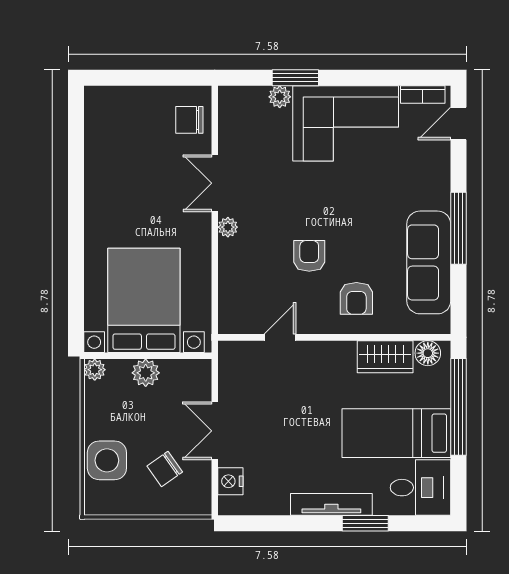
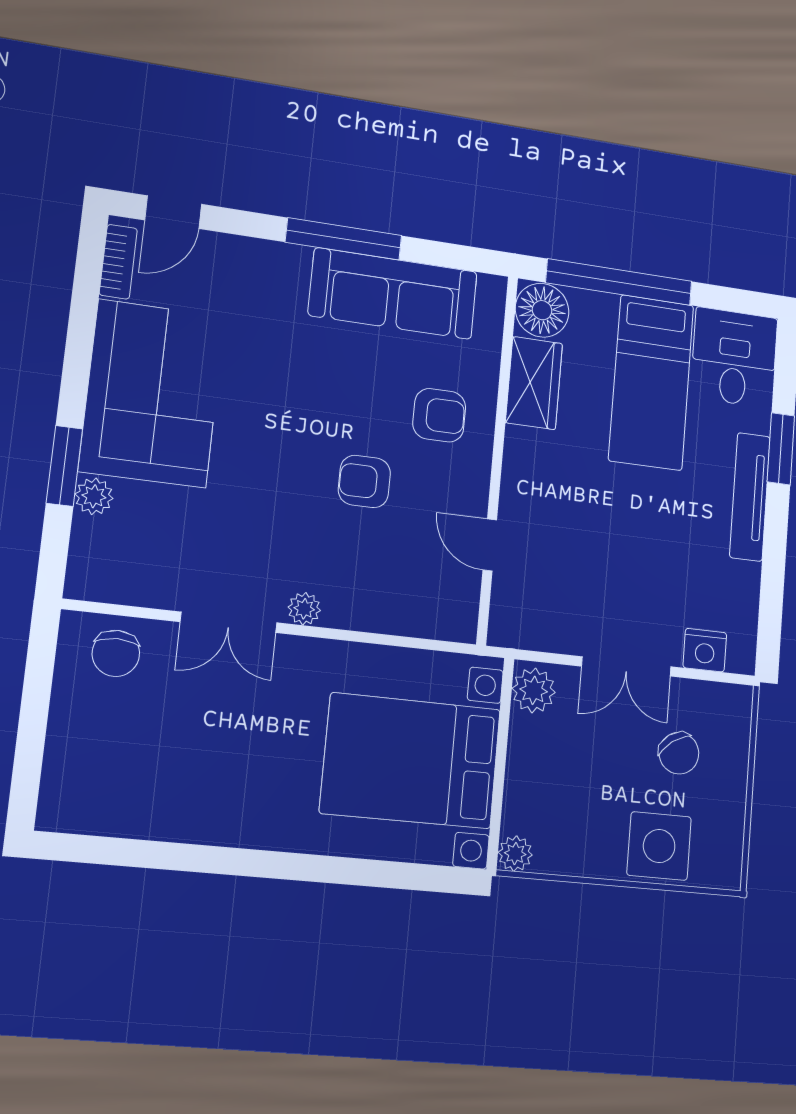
door: (458, 123) -> (173, 212), hinge flipped
floor lamp: (428, 353) -> (542, 310), width x1.38, depth x1.38
plant: (146, 373) -> (534, 690), moved

